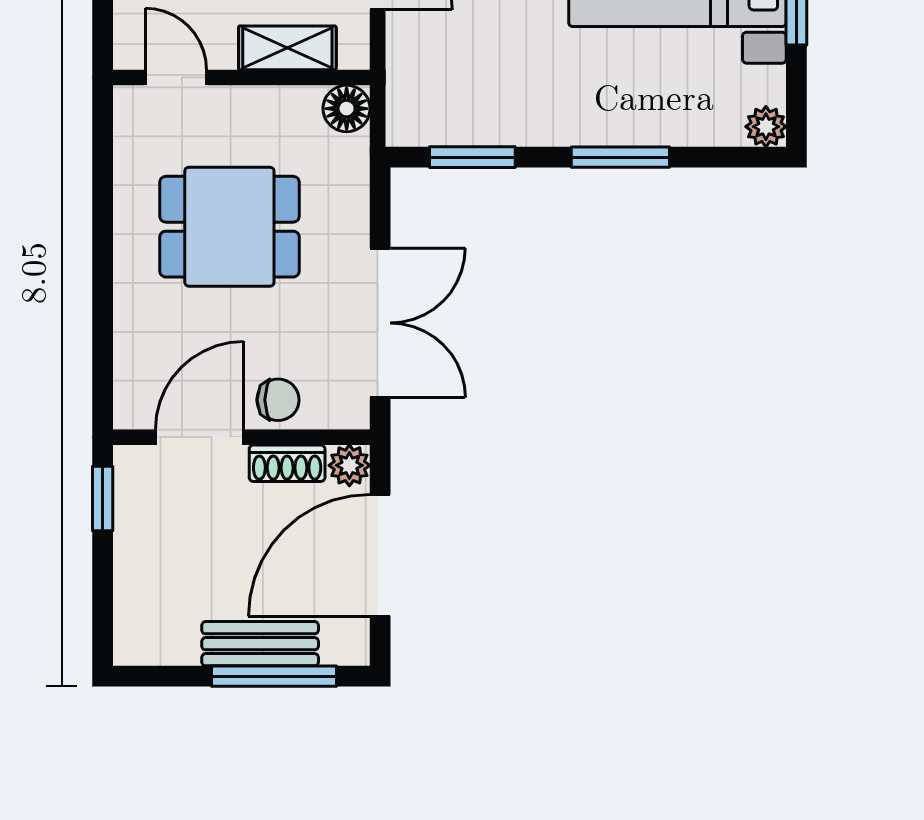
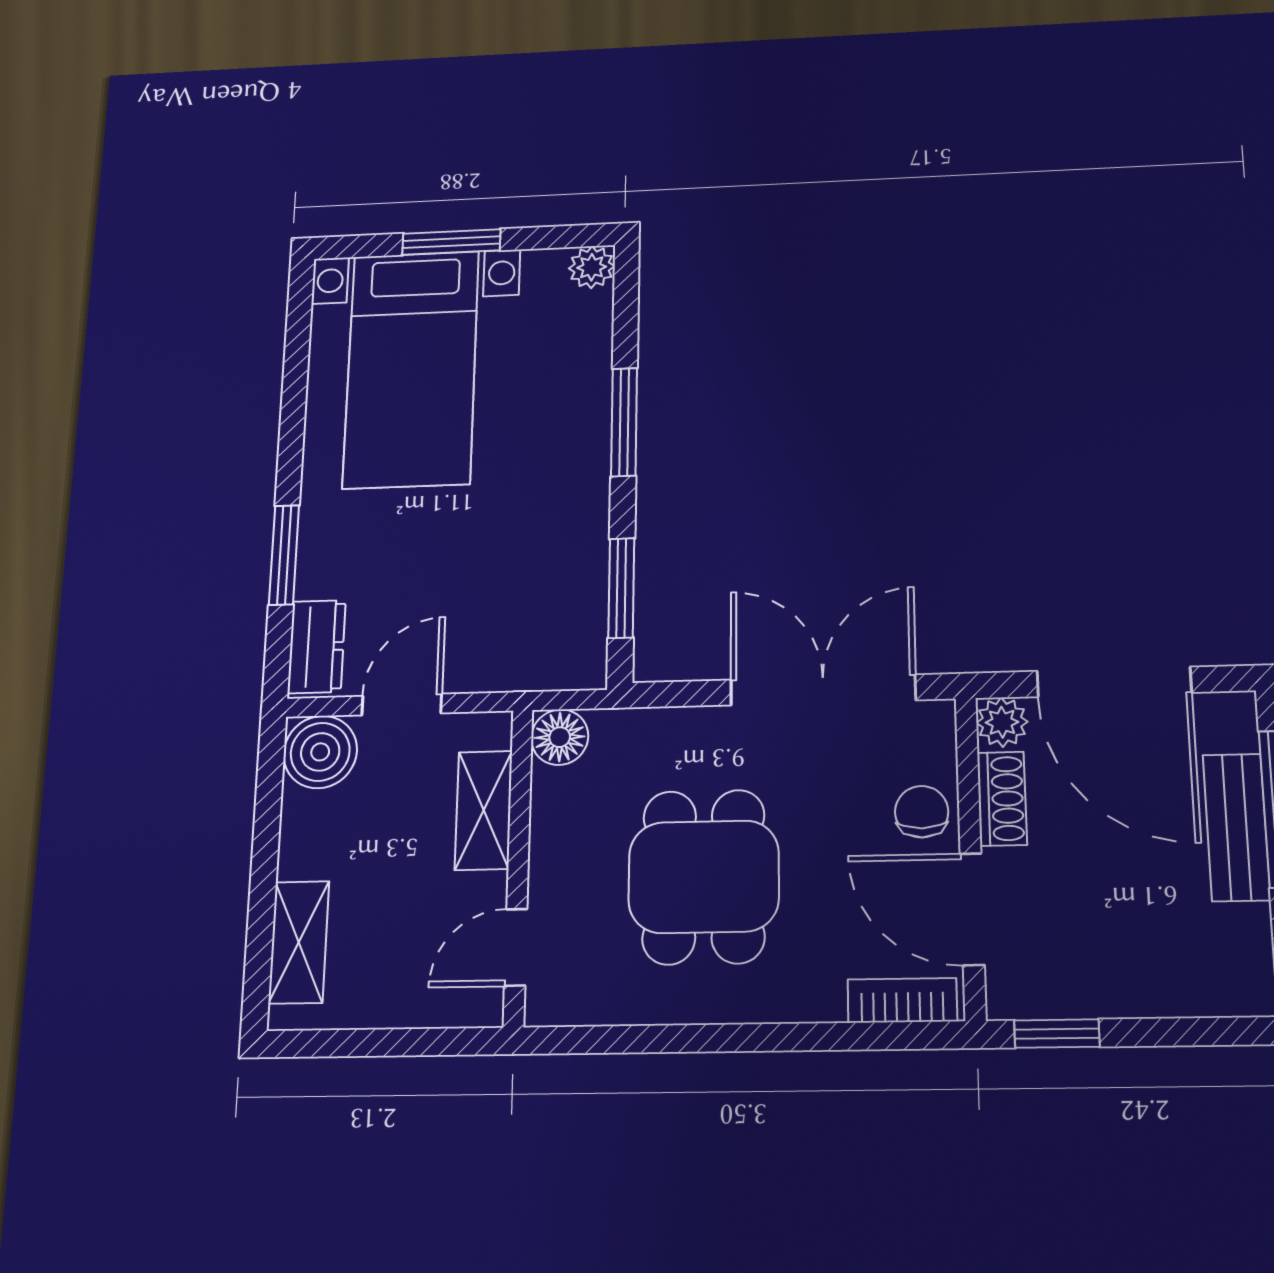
bookcase: (130, 381) -> (902, 1000), added

